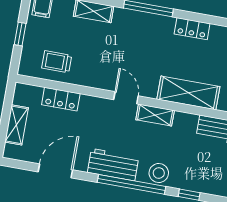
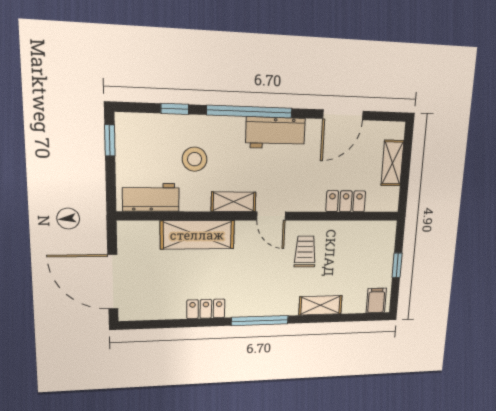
trolley: (57, 62) -> (305, 252), moved, turned -90
stool: (159, 173) -> (195, 159), moved

